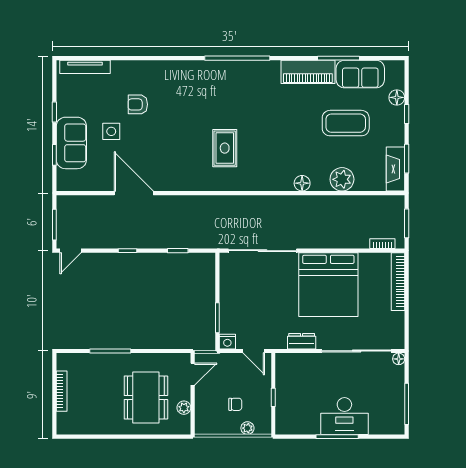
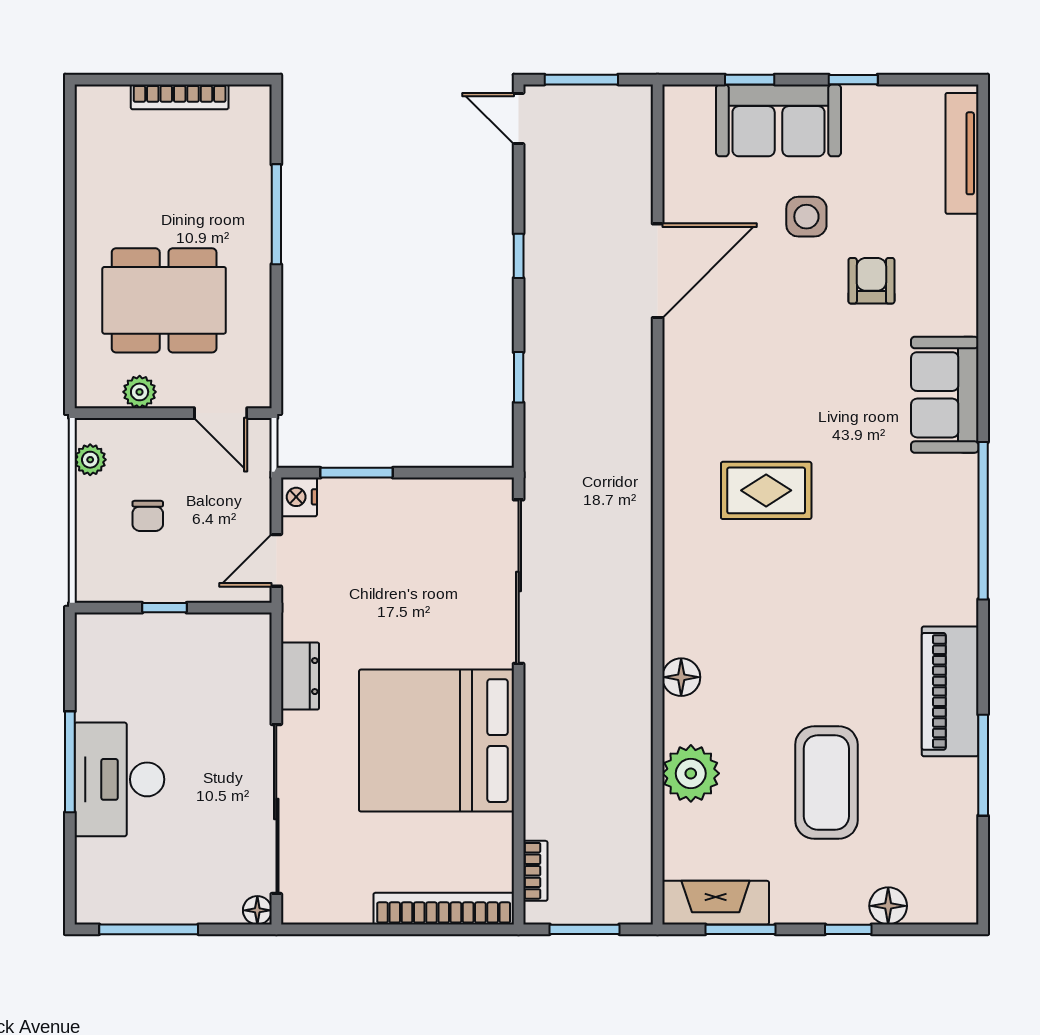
sofa: (360, 74) -> (945, 395), moved
plant: (247, 428) -> (90, 460), moved

